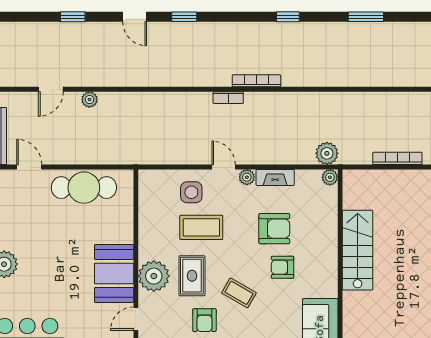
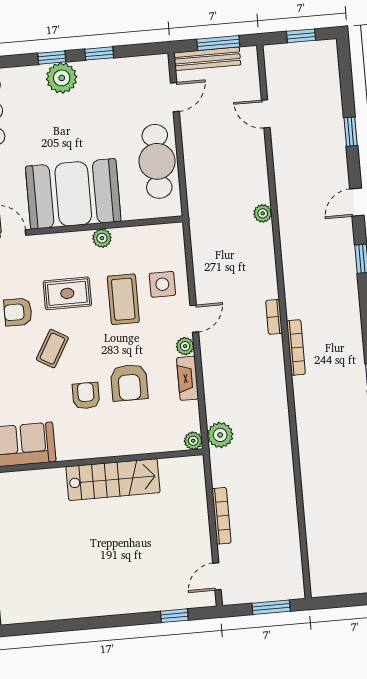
plant: (89, 100) -> (263, 213), moved
booth: (114, 273) -> (73, 194), width x1.36, depth x1.42
plant: (154, 276) -> (102, 238), moved, width x0.53, depth x0.53

